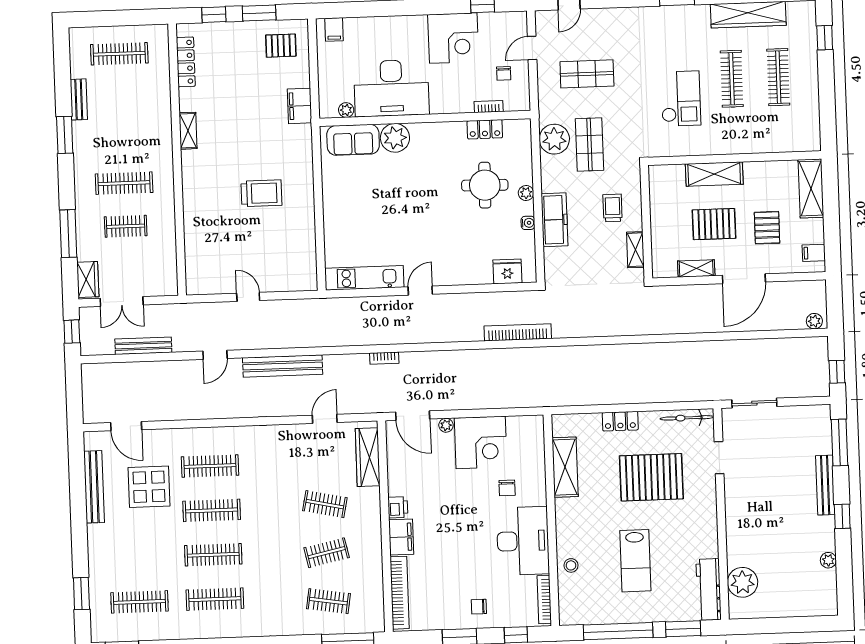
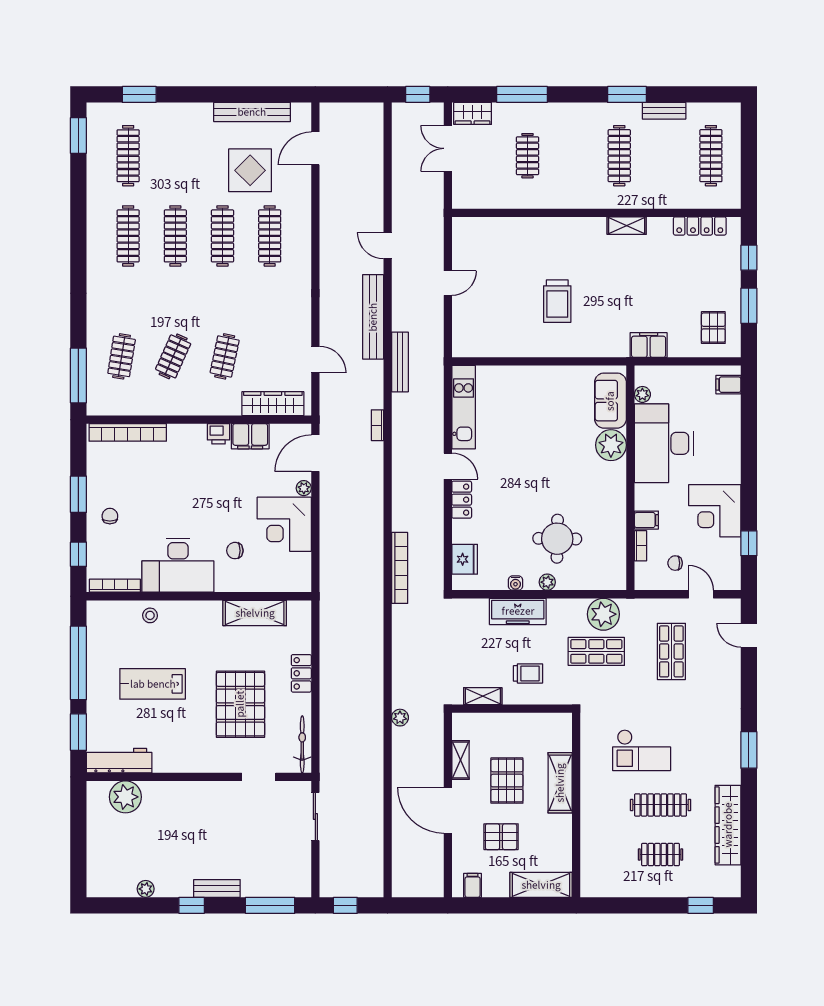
clothes rail: (778, 77) -> (661, 855), width x0.73
filing cabinet: (464, 102) -> (646, 520), added
locker: (485, 129) -> (462, 500), moved, turned 180
clothes rail: (124, 183) -> (619, 156), moved
plant: (814, 321) -> (400, 718), moved
bench: (143, 346) -> (400, 362), moved
bench: (825, 485) -> (217, 888), width x0.73
filing cabinet: (401, 537) -> (250, 436), moved
clothes rail: (327, 553) -> (173, 356), turned 36

